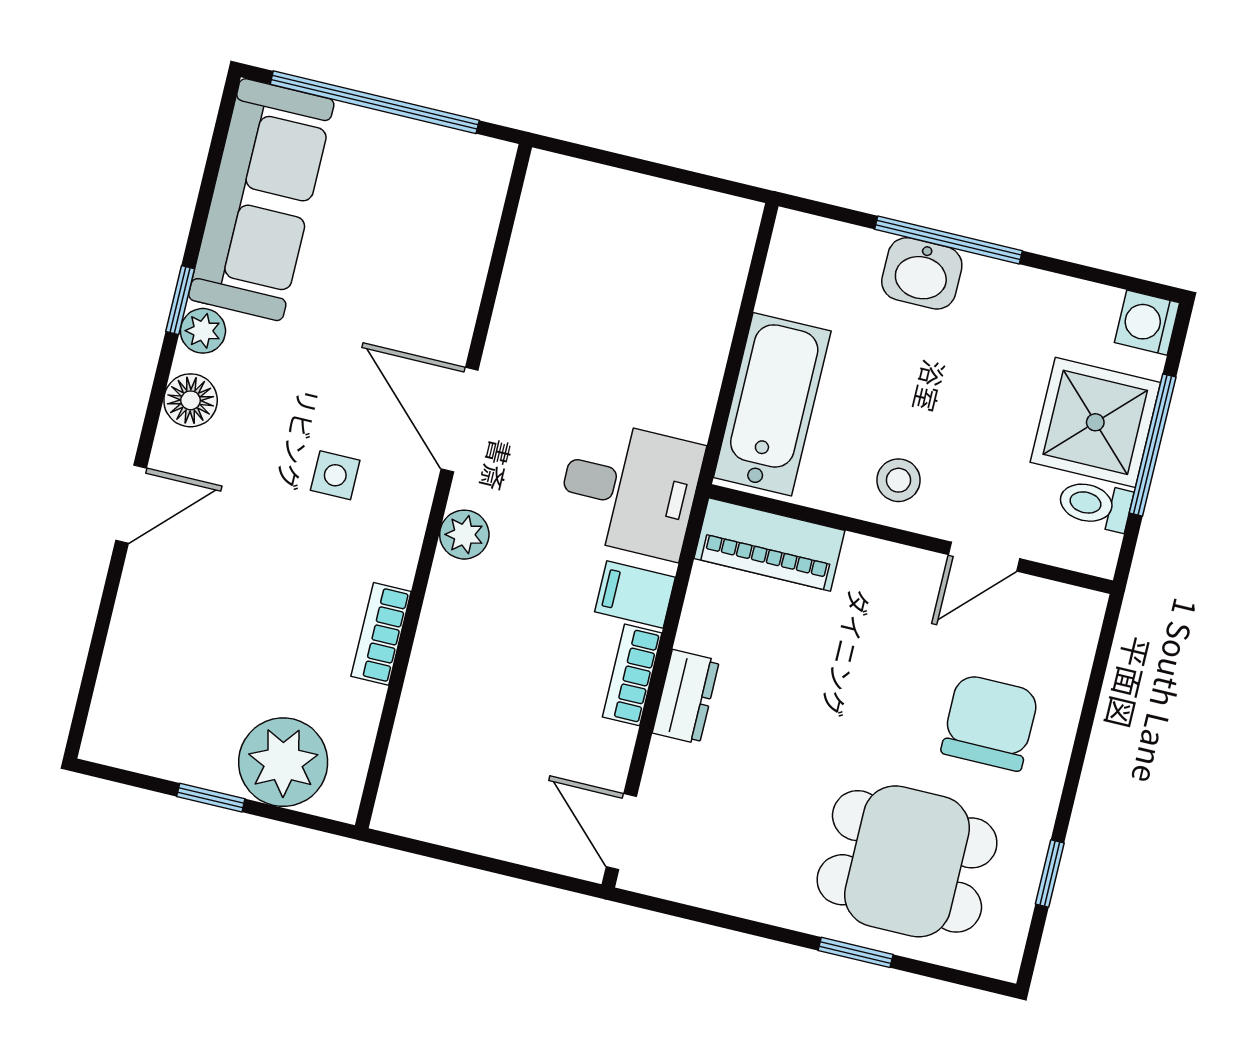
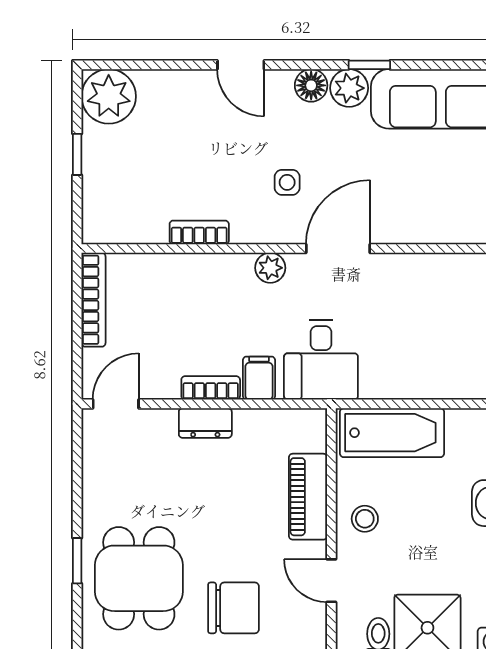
plant: (203, 331) -> (349, 88), width x1.38, depth x1.38
piano: (769, 544) -> (308, 497), moved
plant: (283, 762) -> (109, 96), moved
bookcase: (448, 827) -> (94, 300), added

